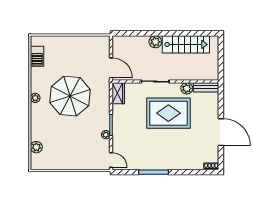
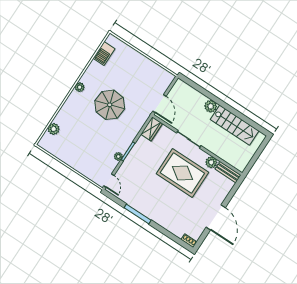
parasol: (70, 96) -> (110, 105), width x0.73, depth x0.73

